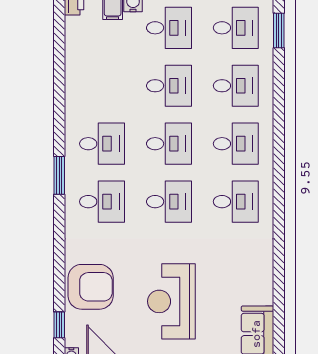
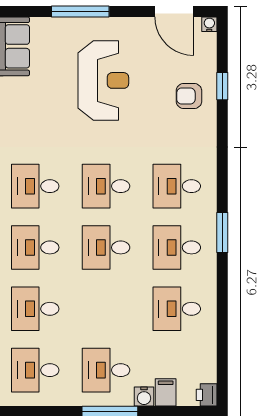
desk: (169, 86) -> (177, 309), moved
window: (59, 175) -> (222, 233), moved
armchair: (91, 287) -> (189, 96), width x0.53, depth x0.53
window: (59, 325) -> (222, 86), moved

